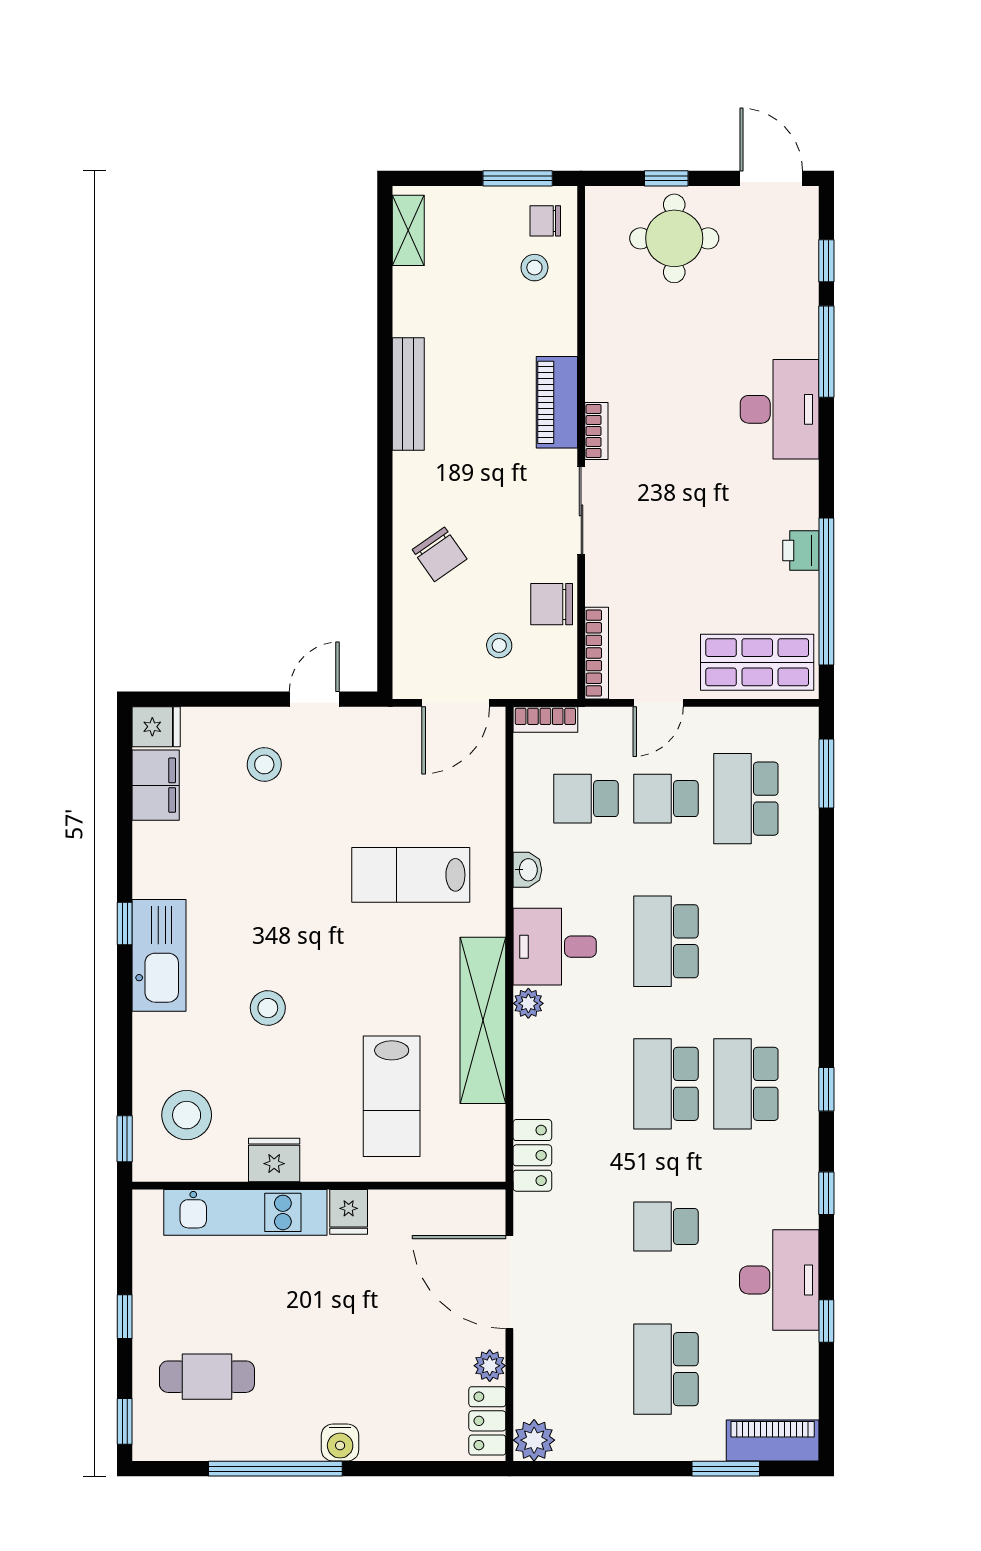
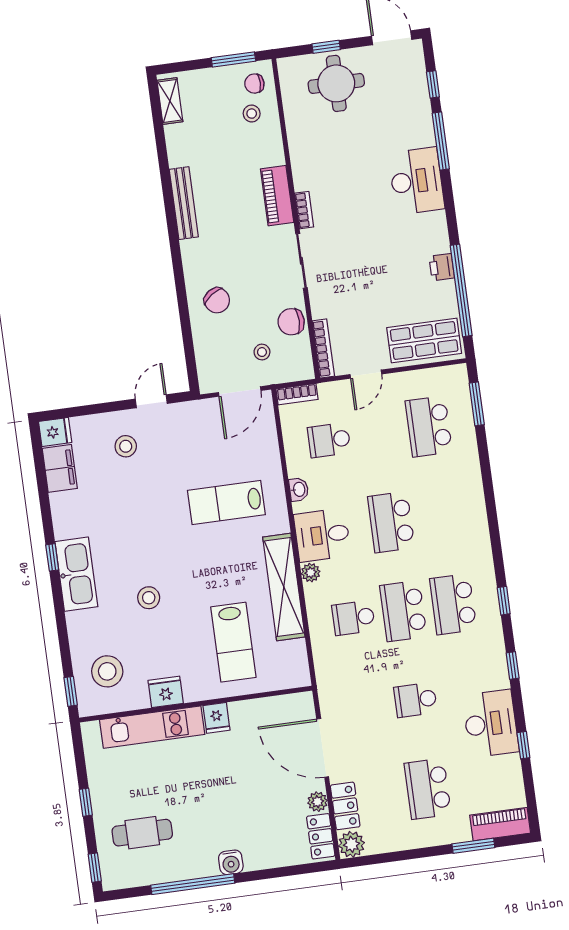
school desk: (666, 799) -> (353, 618), moved
locker: (532, 1155) -> (345, 806), moved

